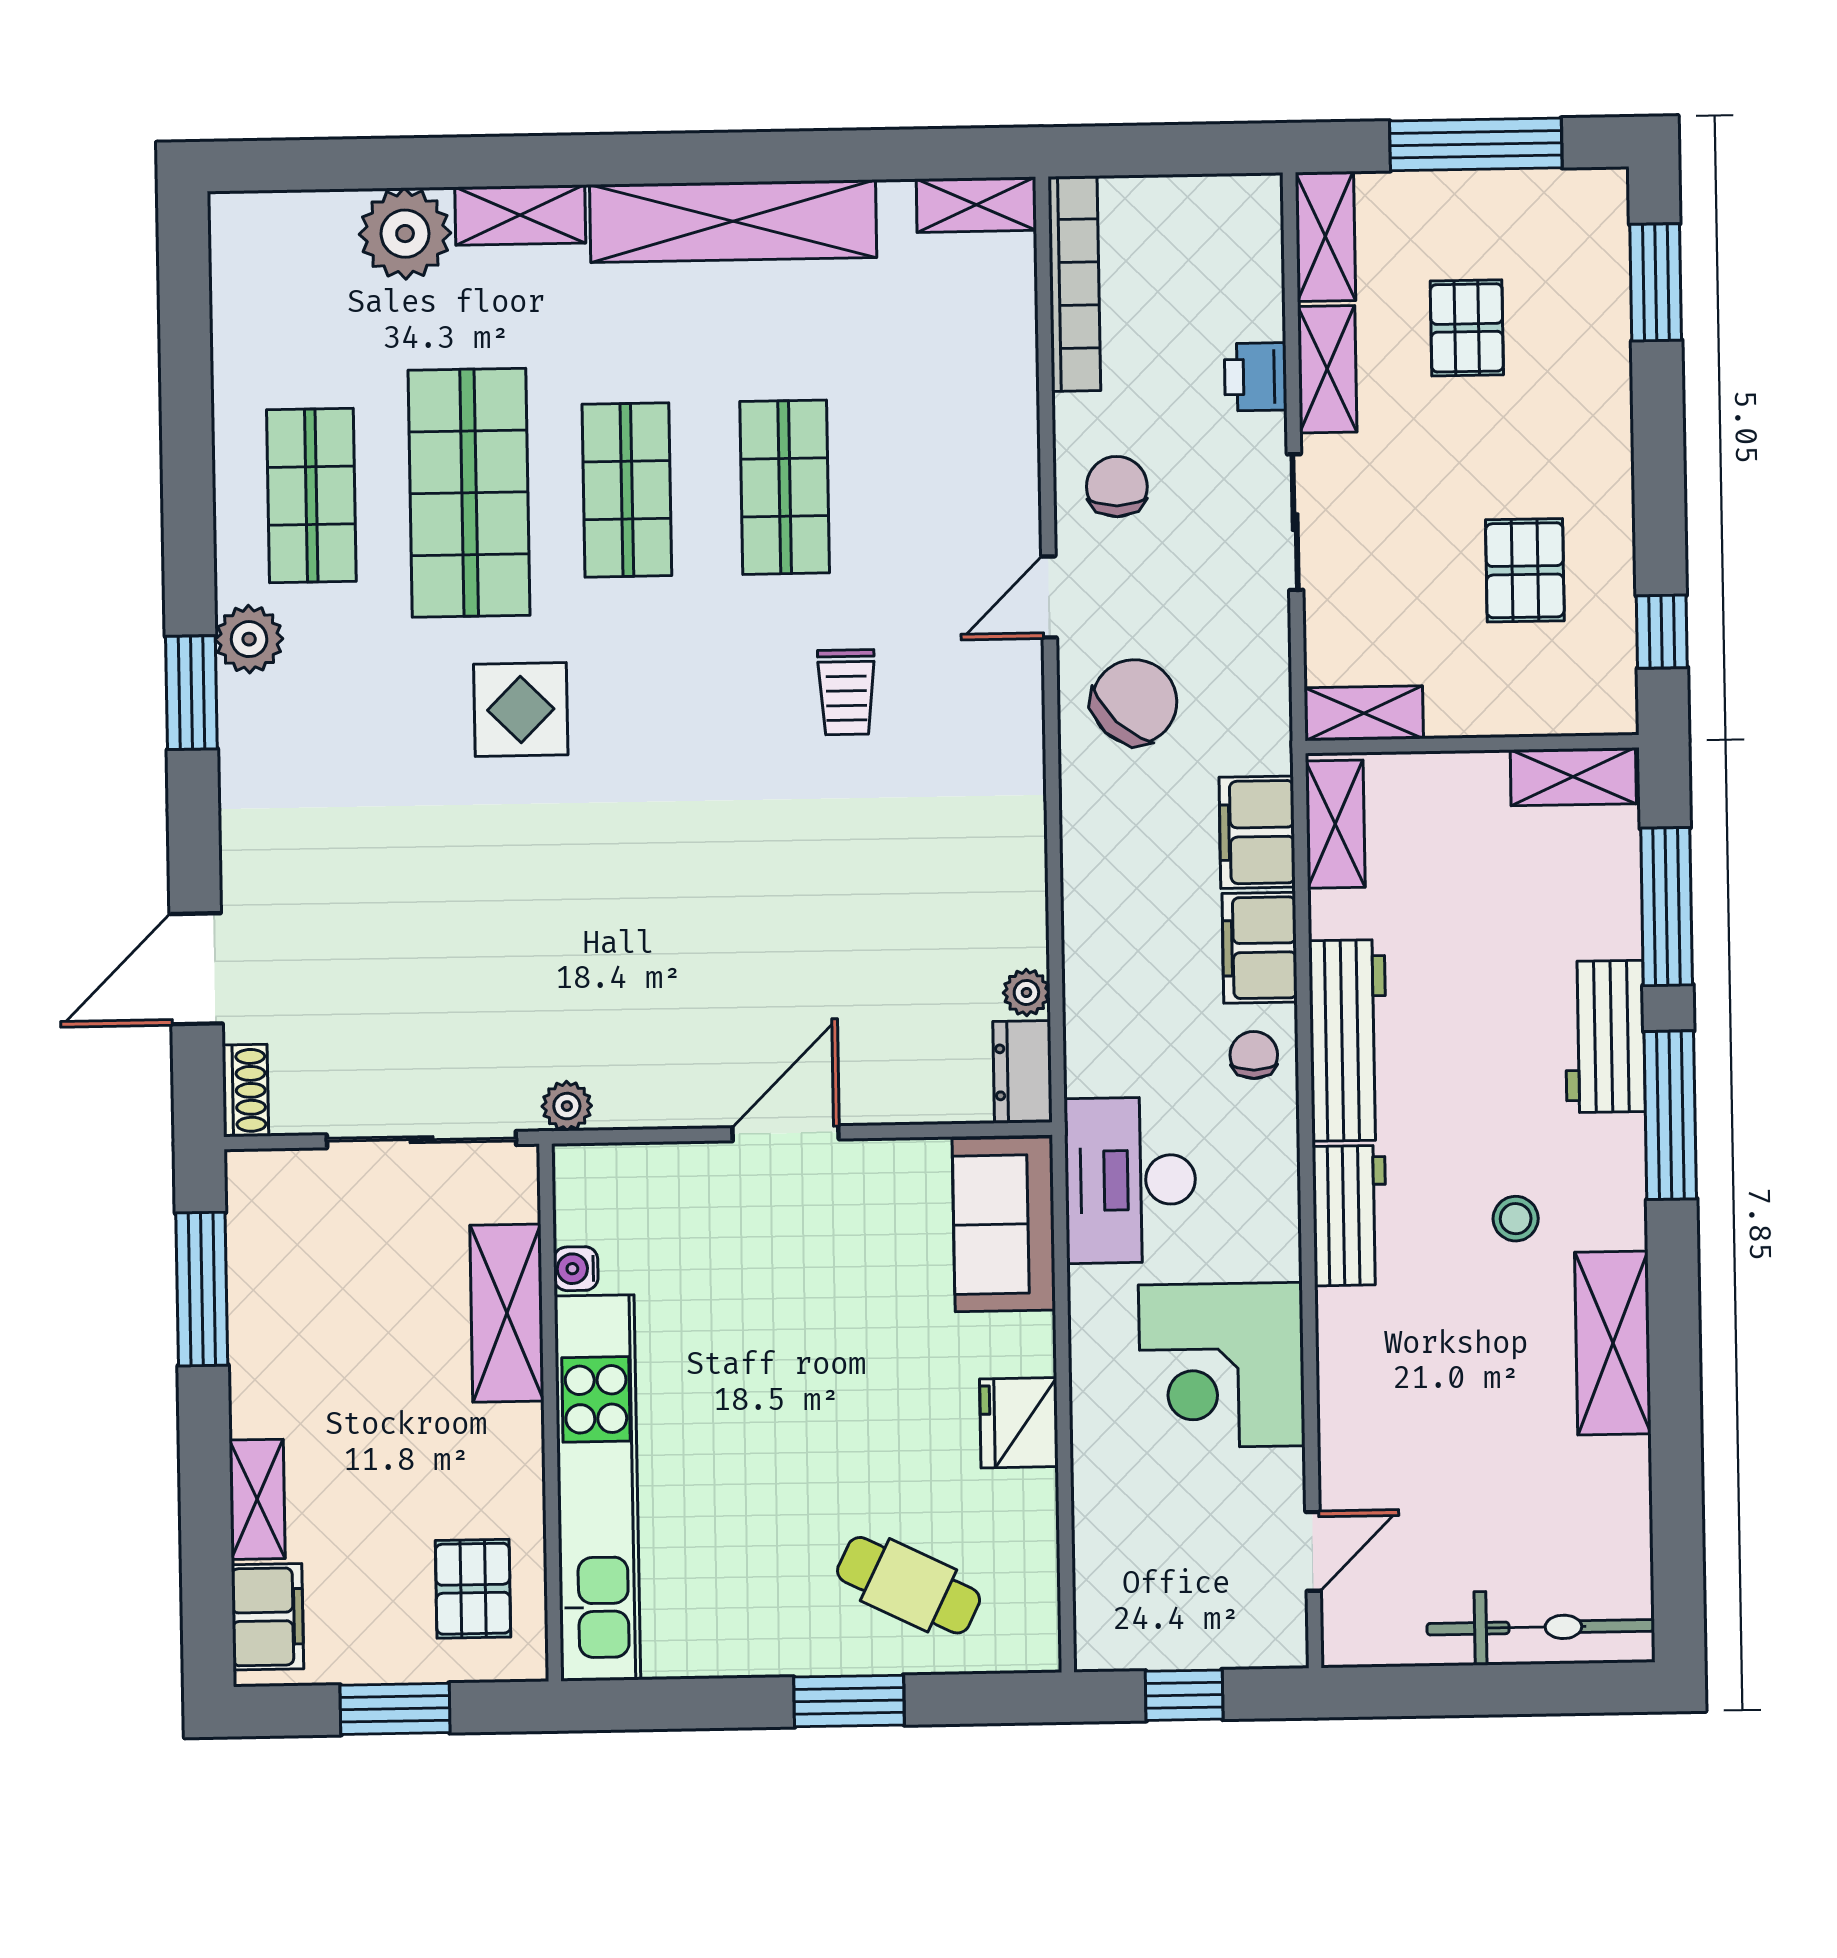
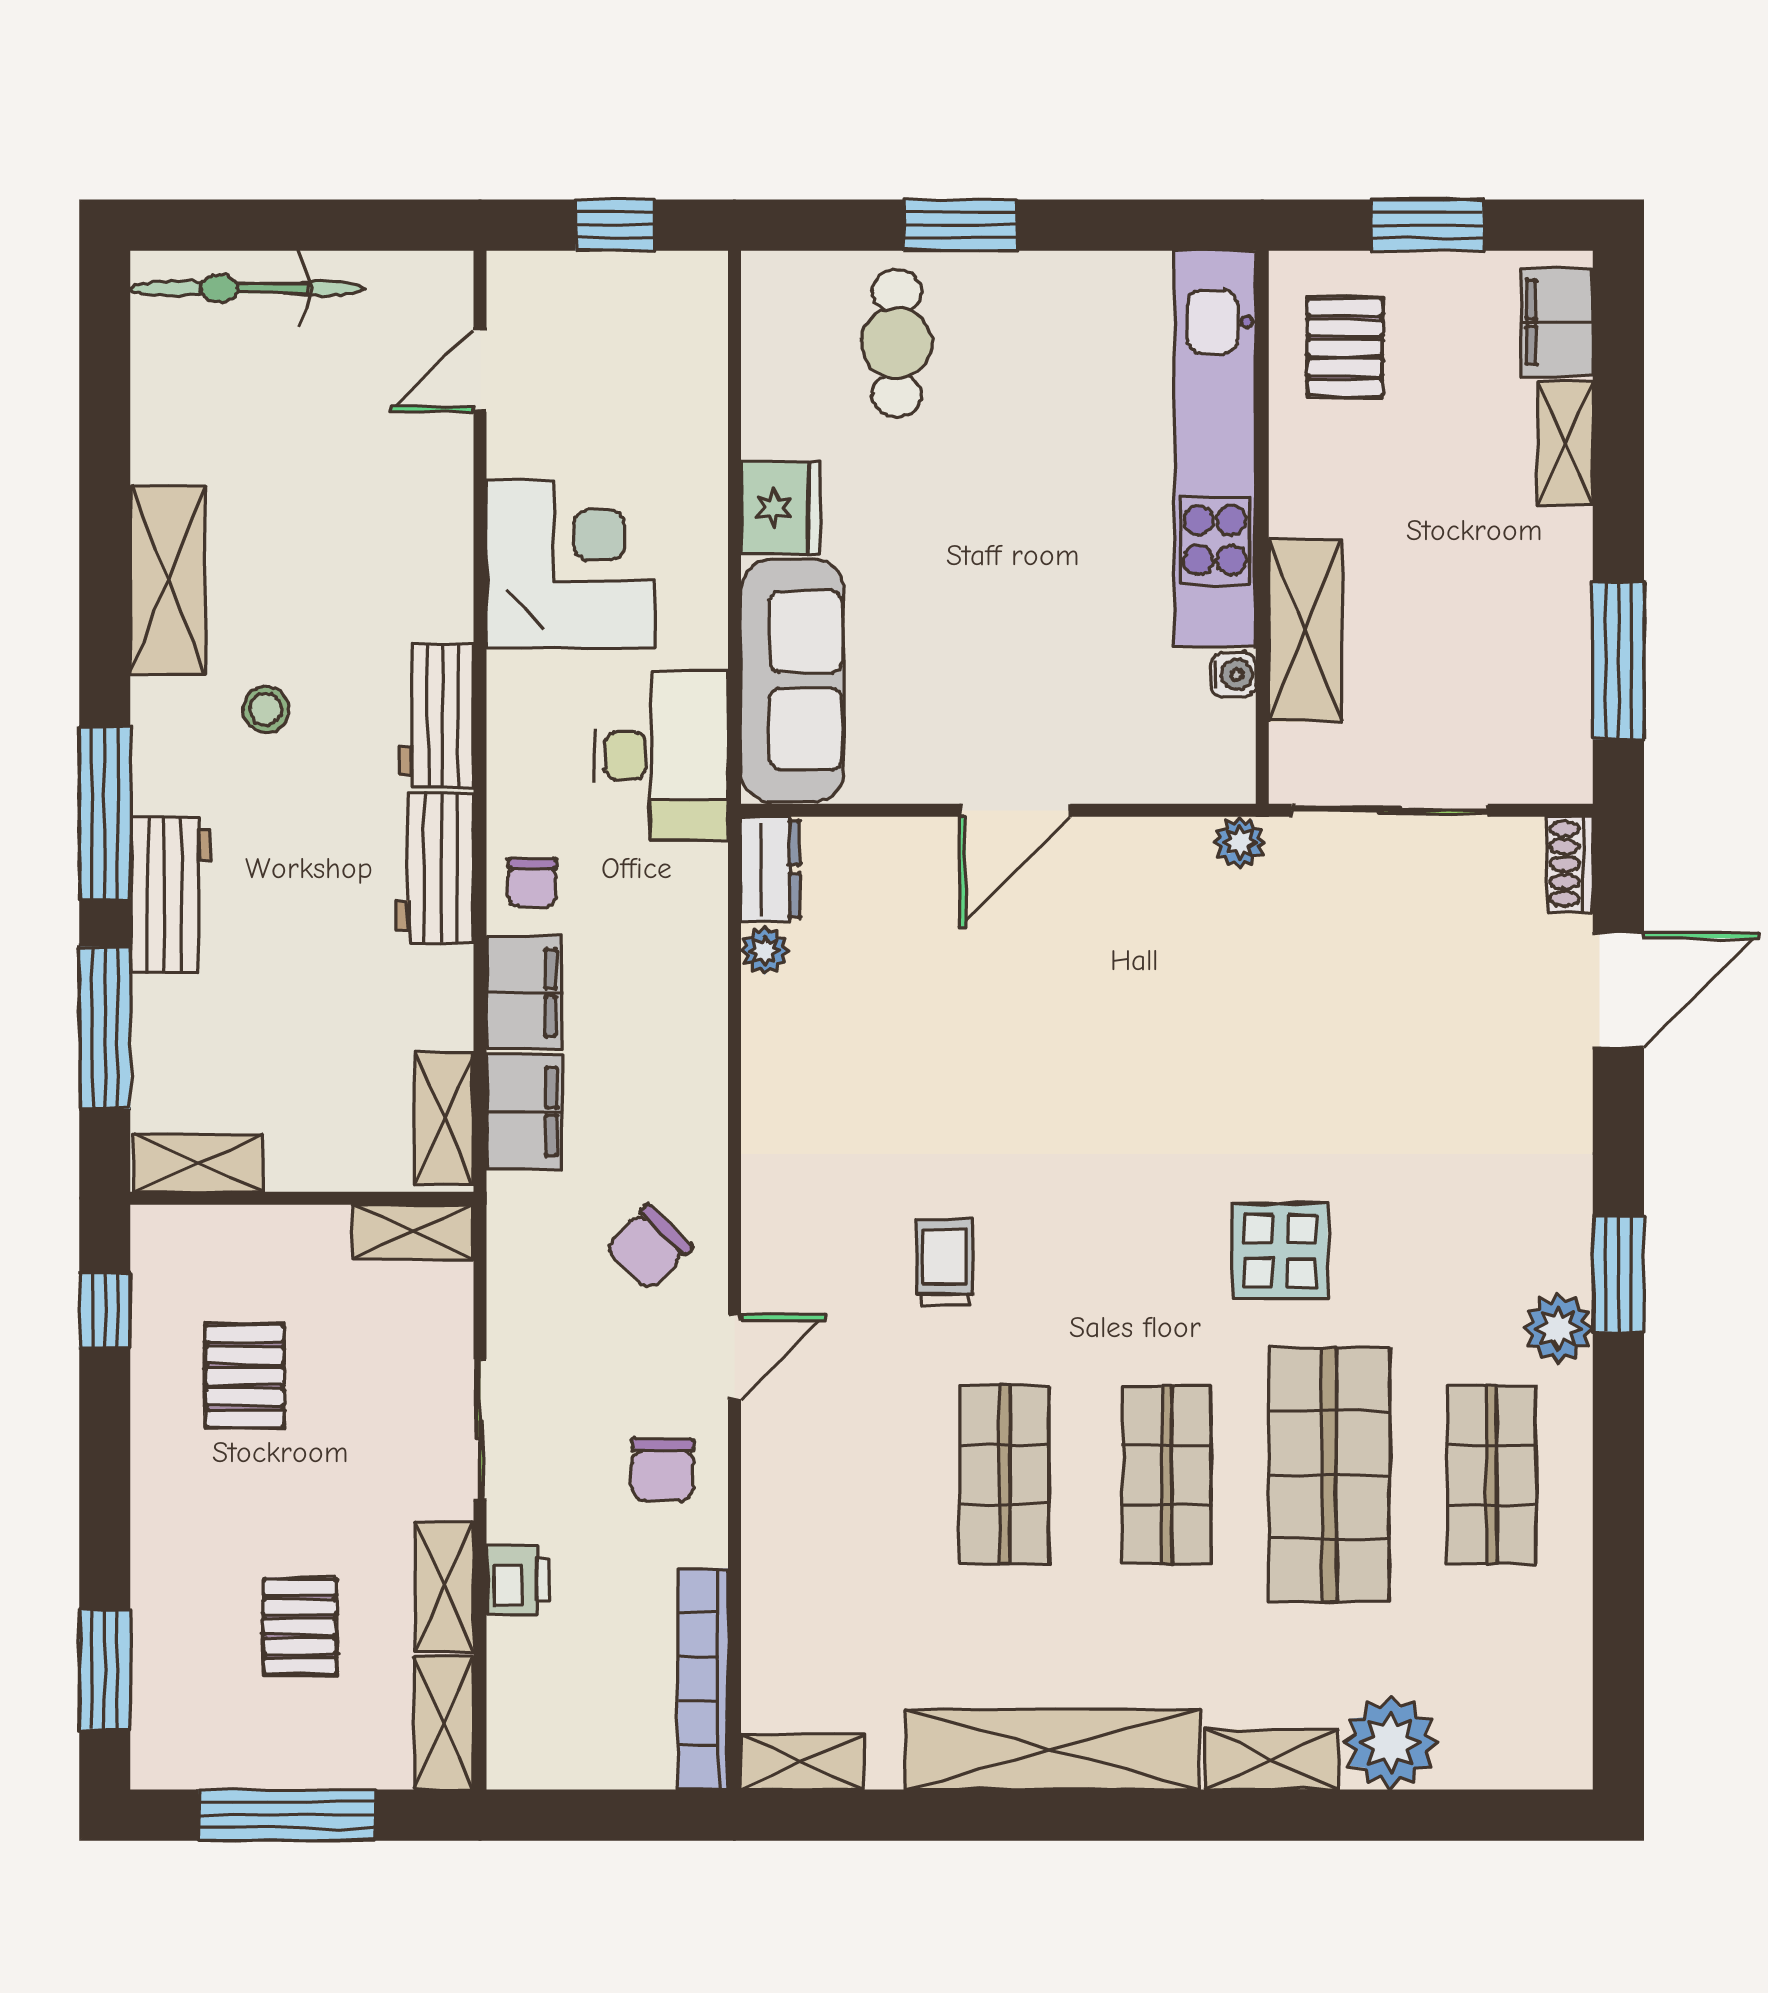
chair: (1134, 702) -> (649, 1248), width x0.73, depth x0.73
workbench: (1348, 1040) -> (435, 868), width x0.73
sofa: (1004, 1224) -> (792, 680), width x1.36
cafe table: (909, 1585) -> (897, 343), turned 64

